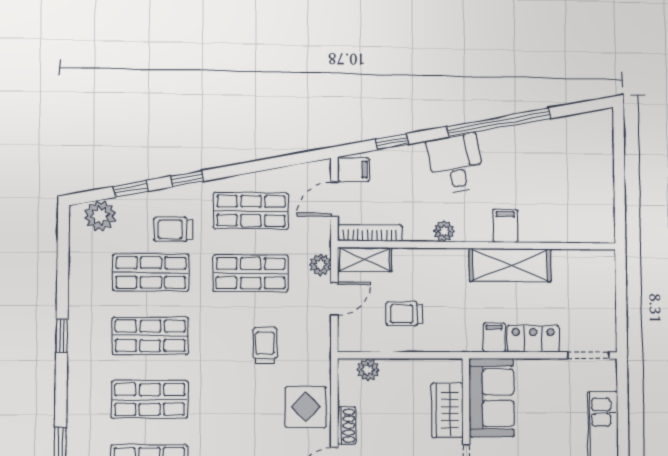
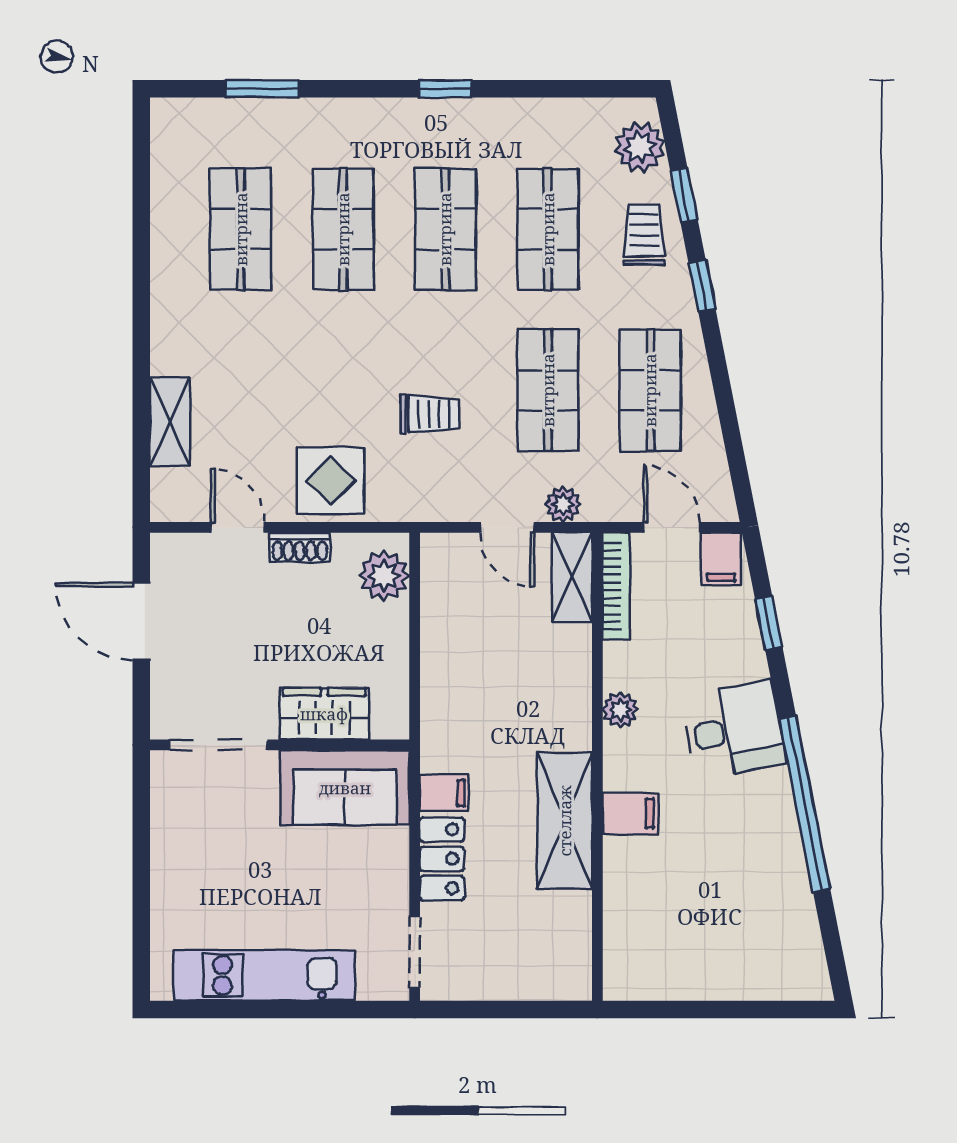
trolley: (173, 229) -> (644, 234), moved
trolley: (404, 314) -> (483, 643), removed
plant: (368, 370) -> (384, 576), width x1.38, depth x1.38

